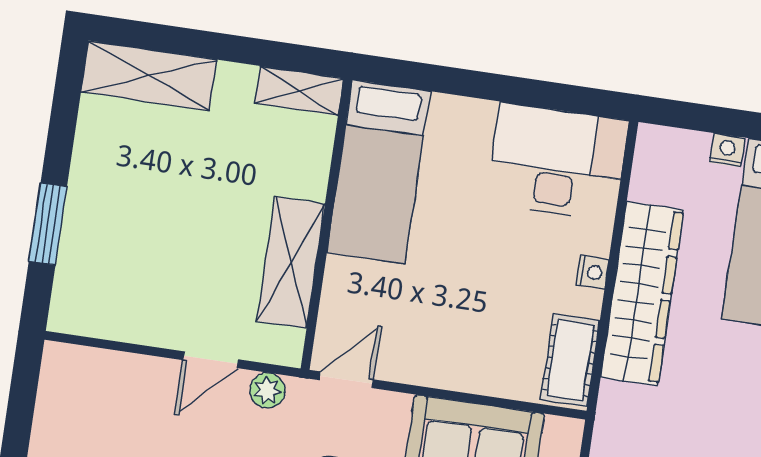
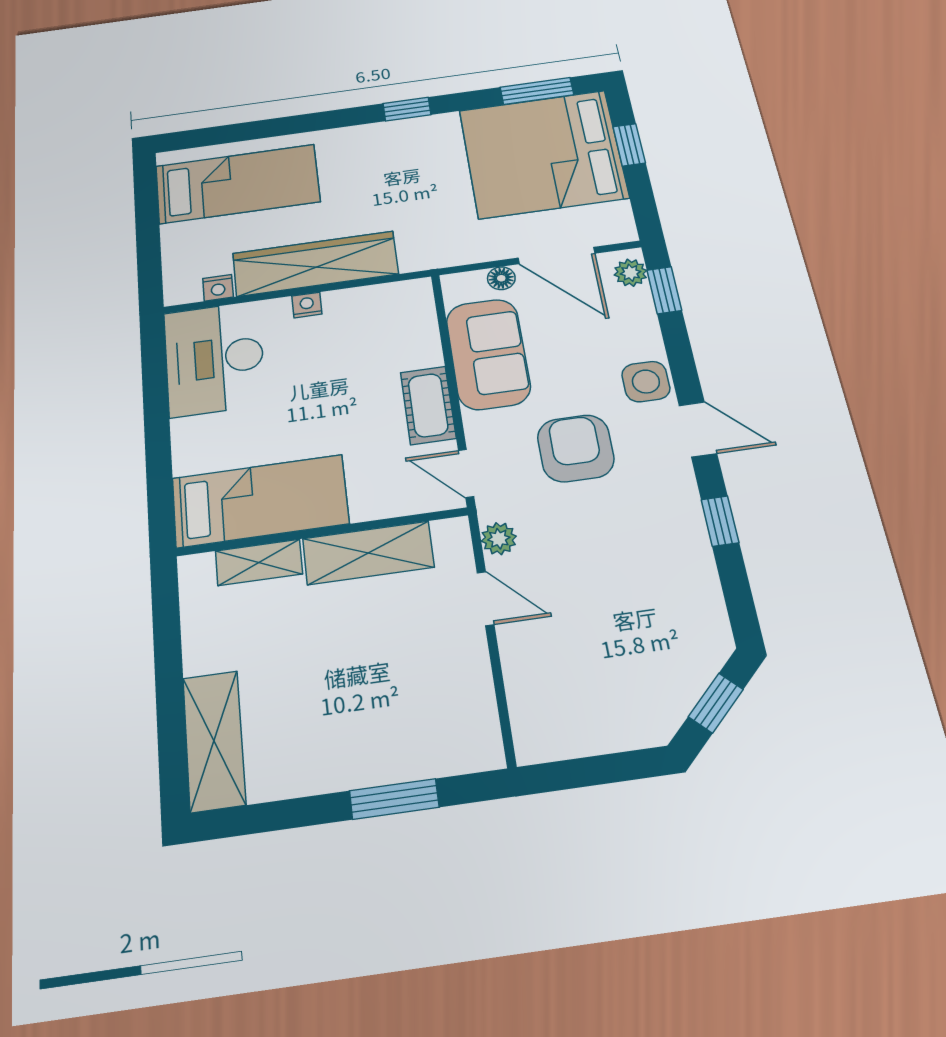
shelving: (299, 91) -> (259, 562), moved, turned 90
nightstand: (727, 150) -> (218, 288), moved, turned -90
cot: (570, 360) -> (428, 405), moved, turned 90

